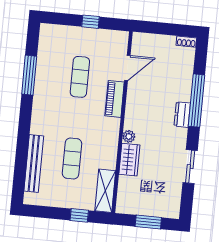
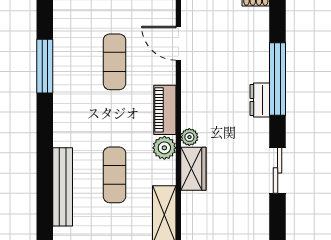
door: (127, 68) -> (178, 43), swing flipped
piano: (115, 99) -> (165, 110), moved
plant: (110, 142) -> (164, 148), added

